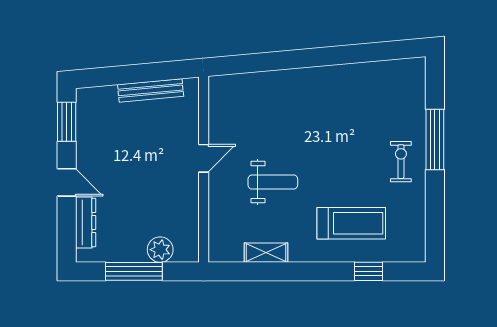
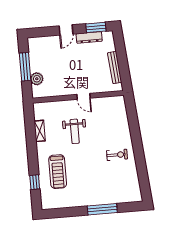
exercise bike: (401, 162) -> (117, 155), moved
dresser: (86, 223) -> (89, 37), moved

